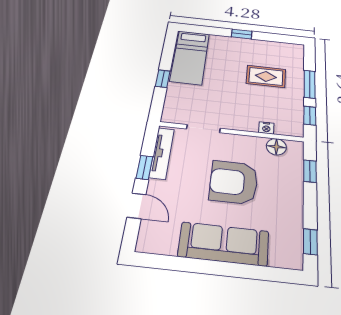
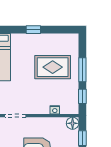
rug: (266, 76) -> (53, 67), width x1.36, depth x1.43
floor lamp: (276, 147) -> (73, 123), moved

